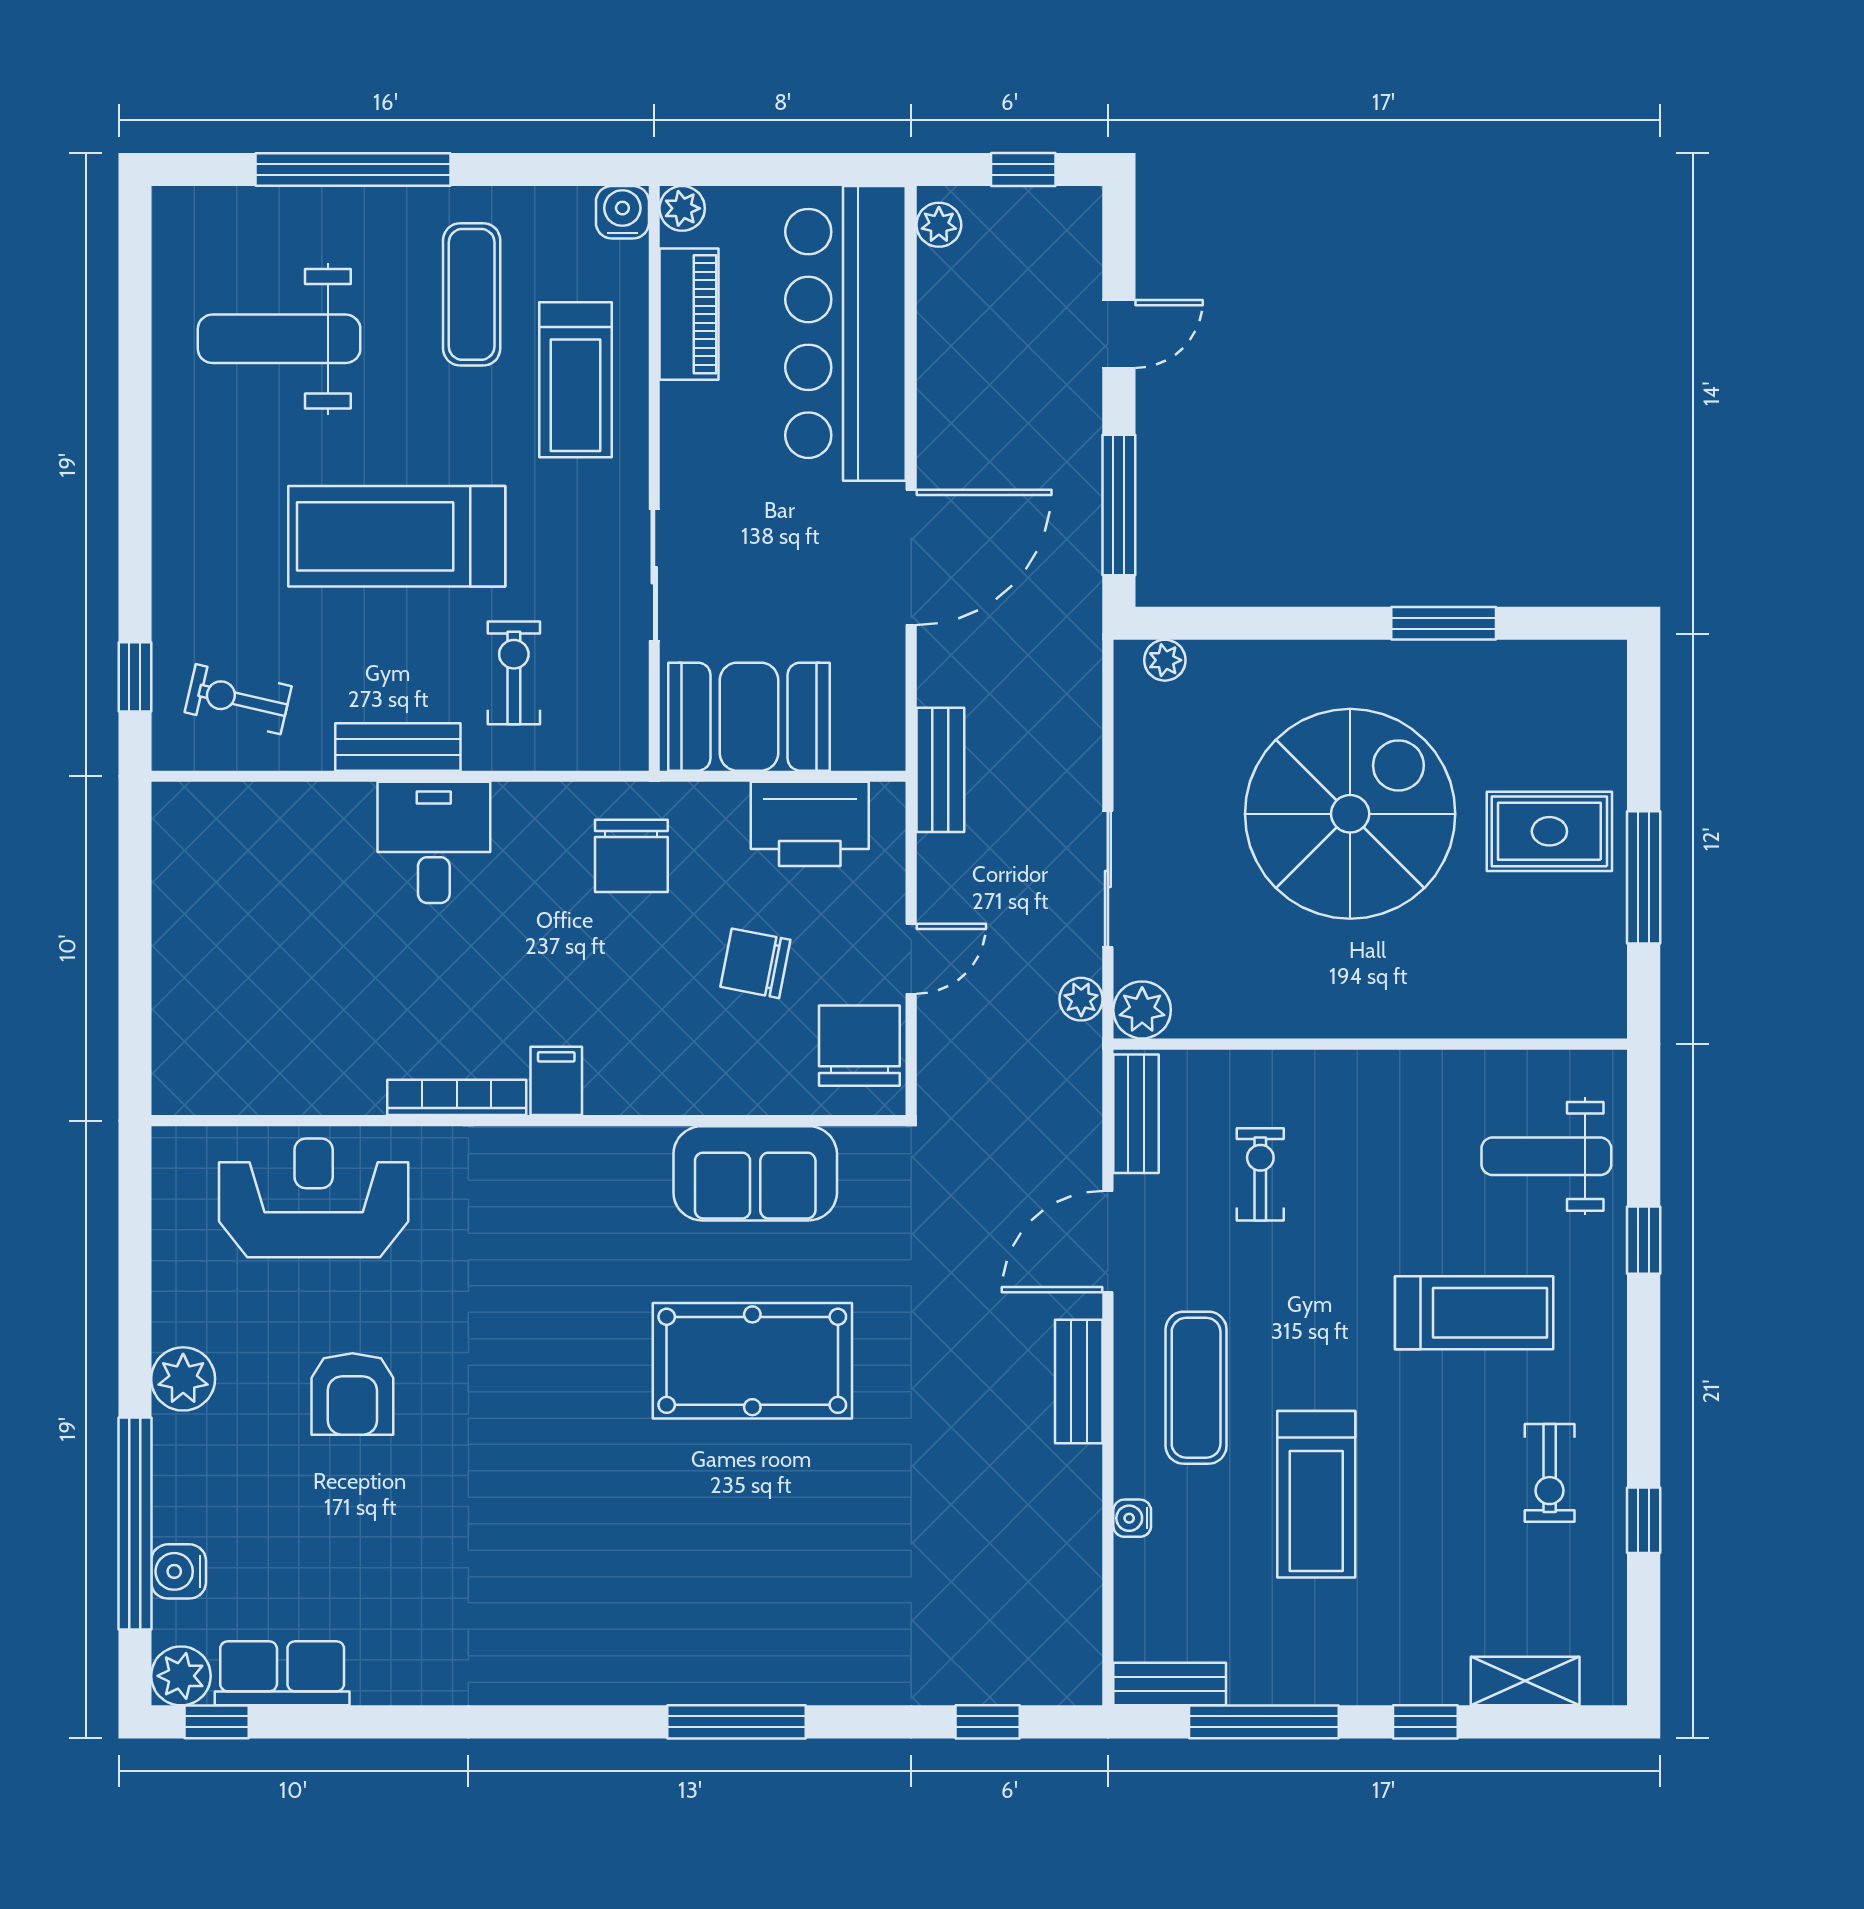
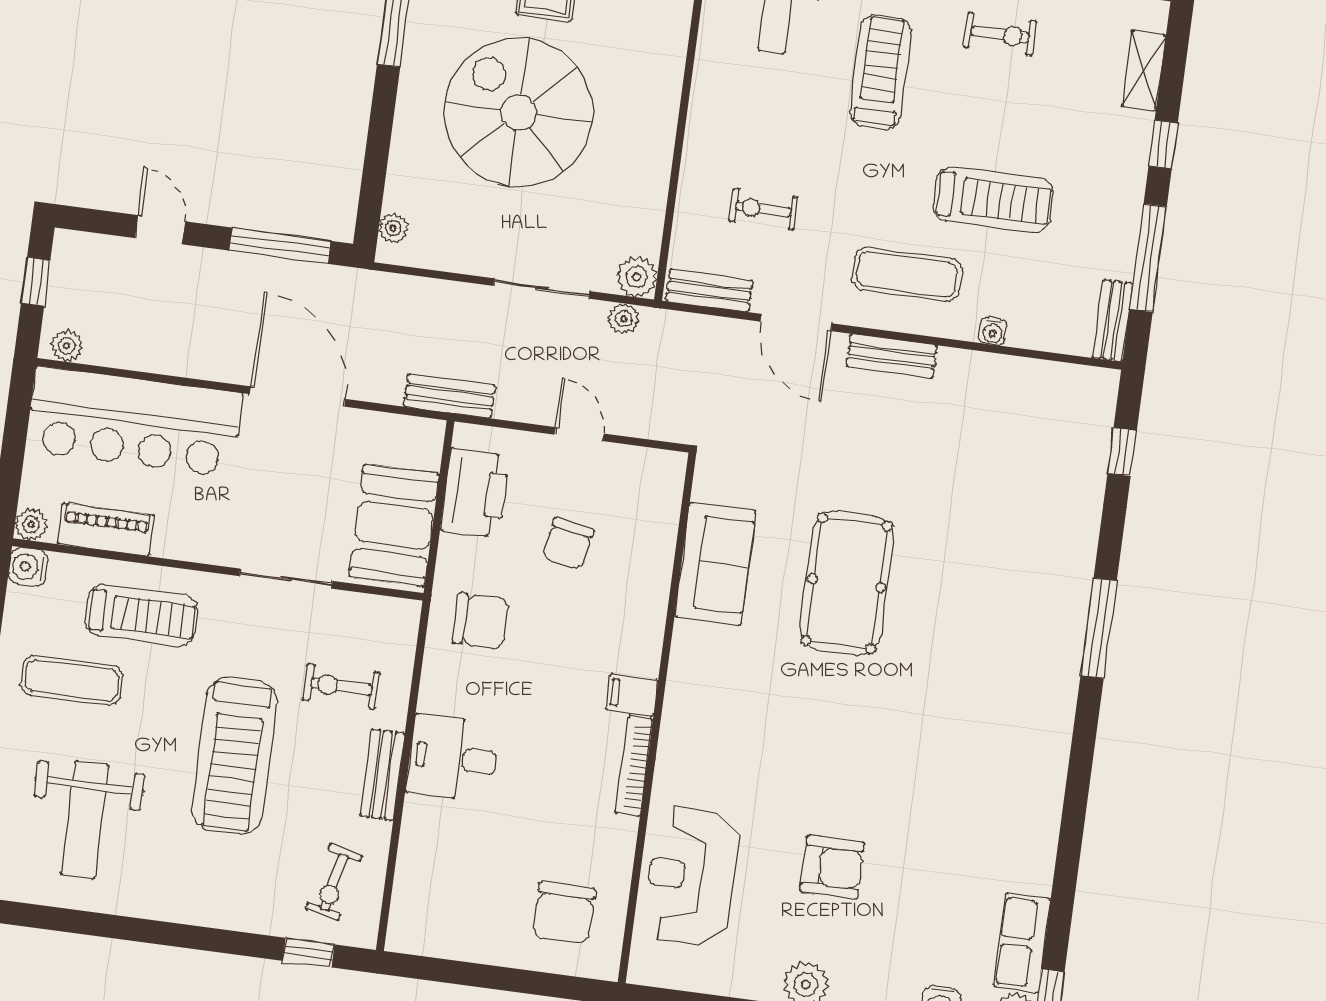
chair: (859, 1046) -> (564, 913), moved, turned -90

